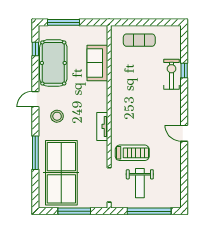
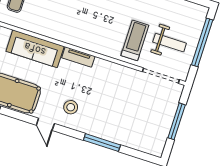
sofa: (97, 63) -> (35, 49), width x1.36
tv unit: (102, 126) -> (78, 57), moved
table tennis table: (61, 173) -> (132, 122), removed

